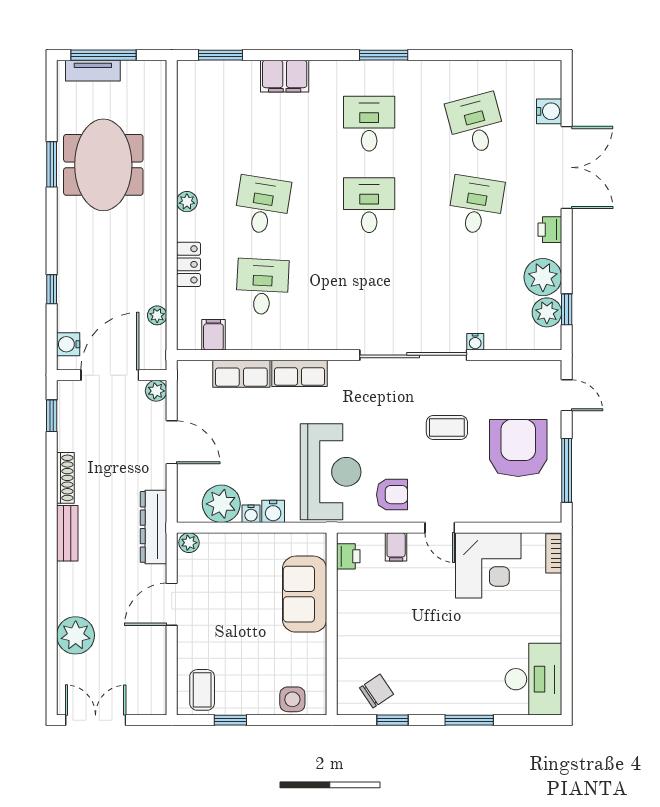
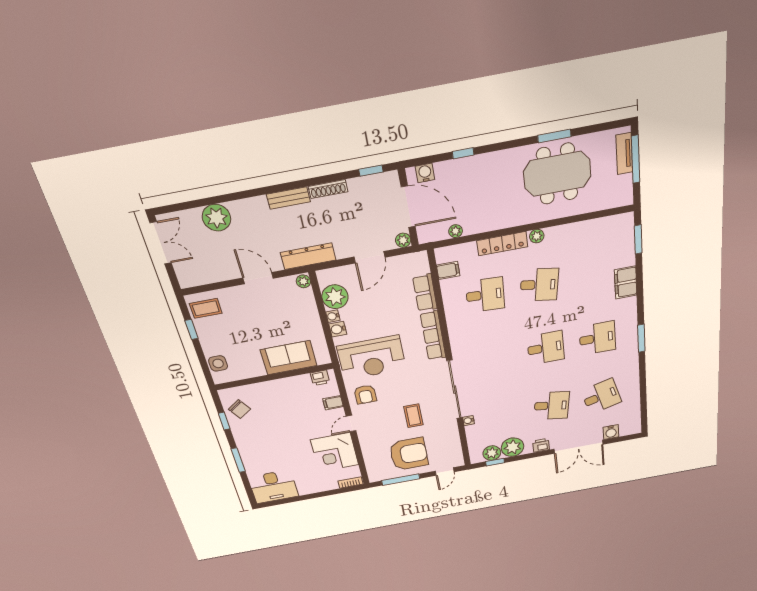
locker: (189, 264) -> (502, 244), width x1.53
row of seats: (299, 373) -> (433, 336), width x1.48

